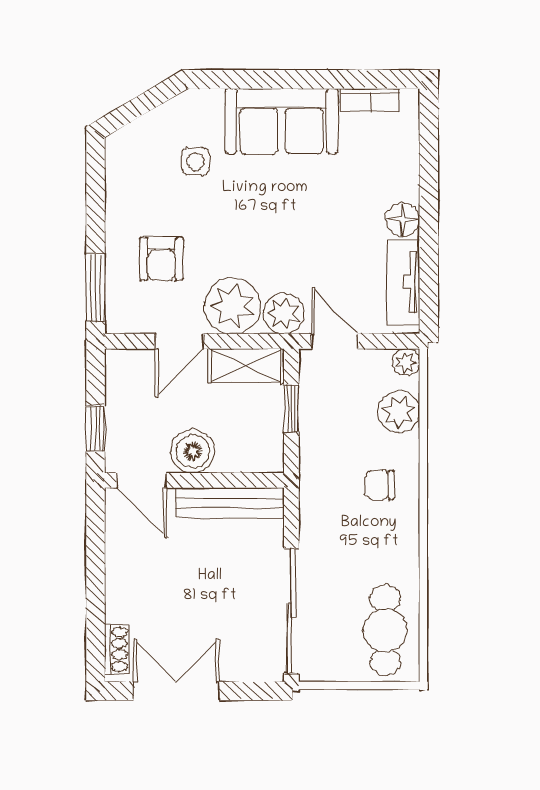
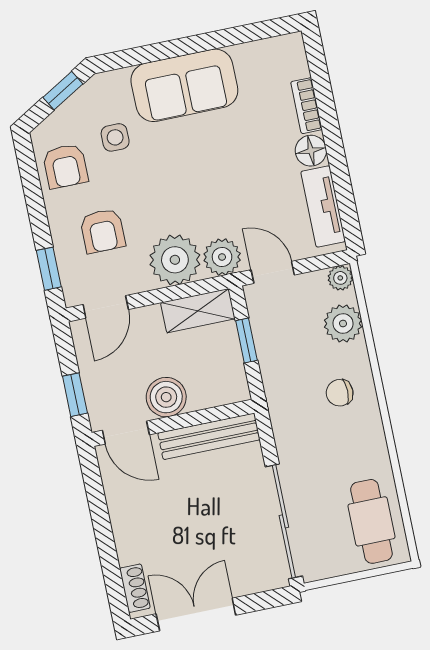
window: (150, 100) -> (63, 91), added
bookcase: (370, 100) -> (306, 106), moved, turned 90
armchair: (136, 181) -> (65, 166), added
window: (95, 288) -> (49, 269), width x0.67
door: (179, 341) -> (106, 307), moved

